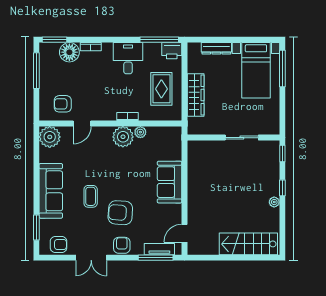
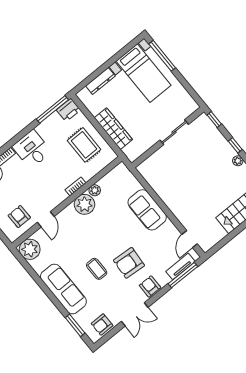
desk: (128, 58) -> (32, 149), moved
armchair: (63, 104) -> (19, 217), turned 90
armchair: (59, 244) -> (102, 324), turned 180

